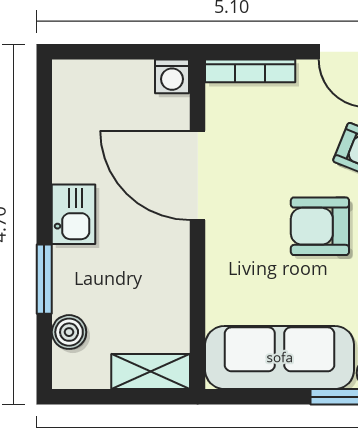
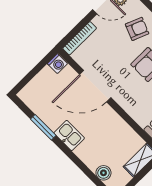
window: (44, 279) -> (43, 127), moved

